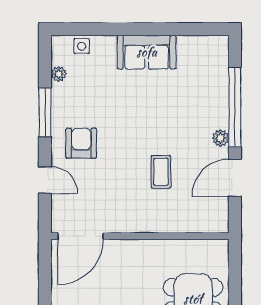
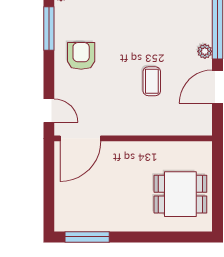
door: (45, 180) -> (49, 111), moved

